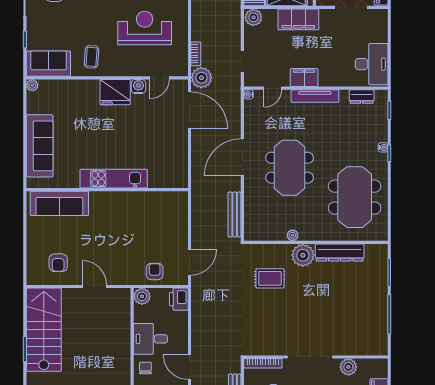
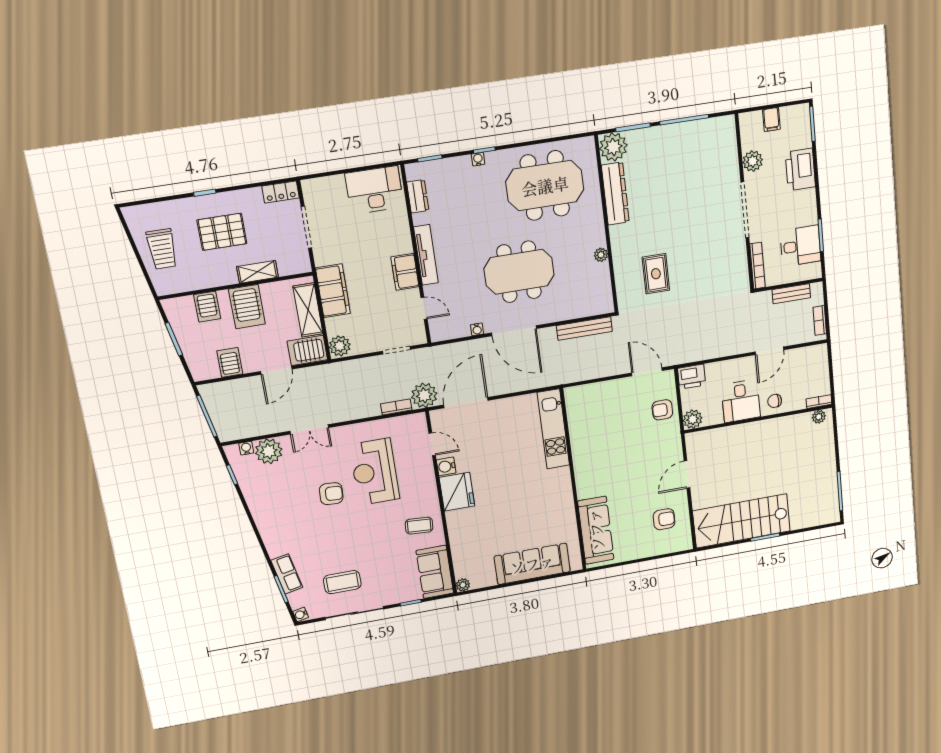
water cooler: (249, 94) -> (477, 329), moved
kitchen unit: (114, 179) -> (553, 429), moved
plant: (303, 255) -> (613, 147), moved

